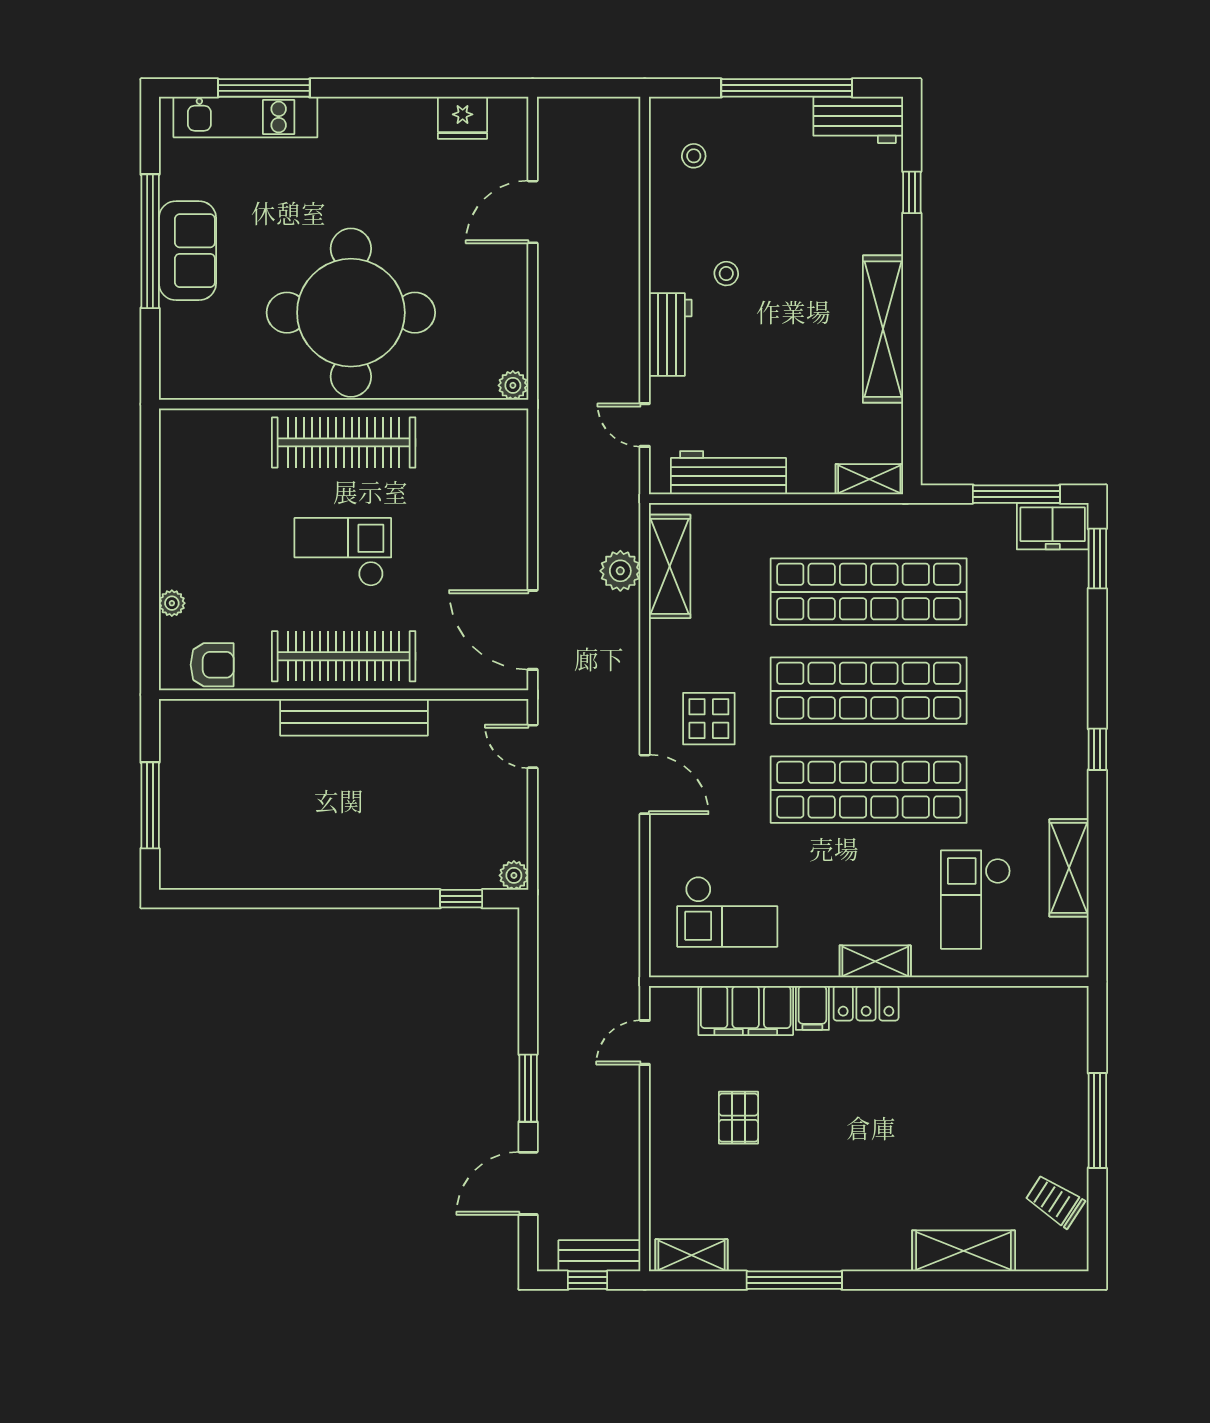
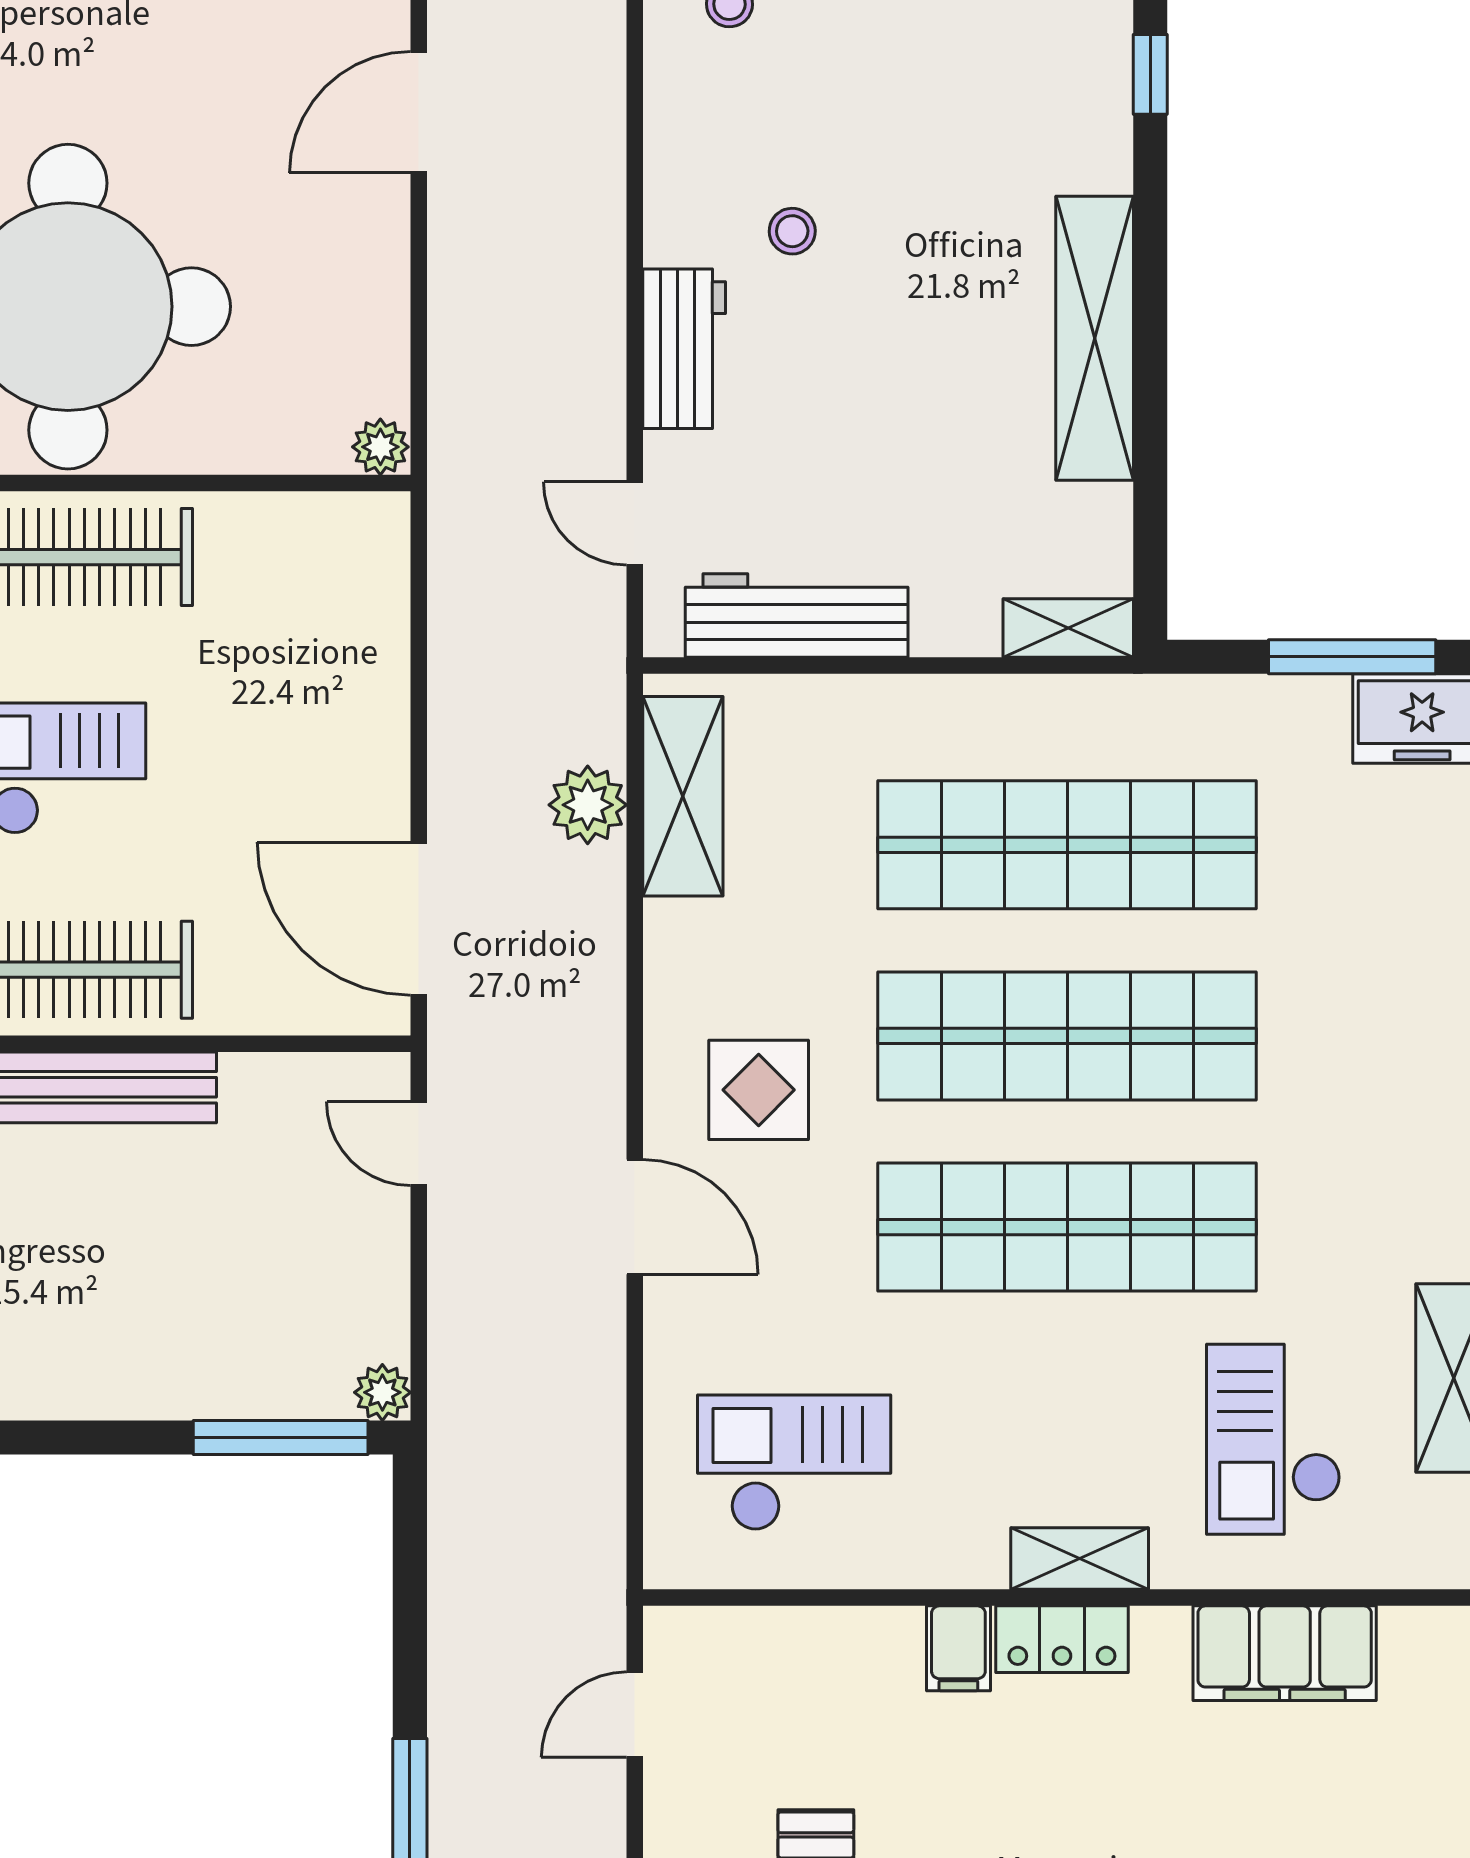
window: (461, 899) -> (281, 1437), width x2.17
checkout: (727, 912) -> (794, 1463), turned 180
filing cabinet: (746, 1010) -> (1285, 1653), moved

